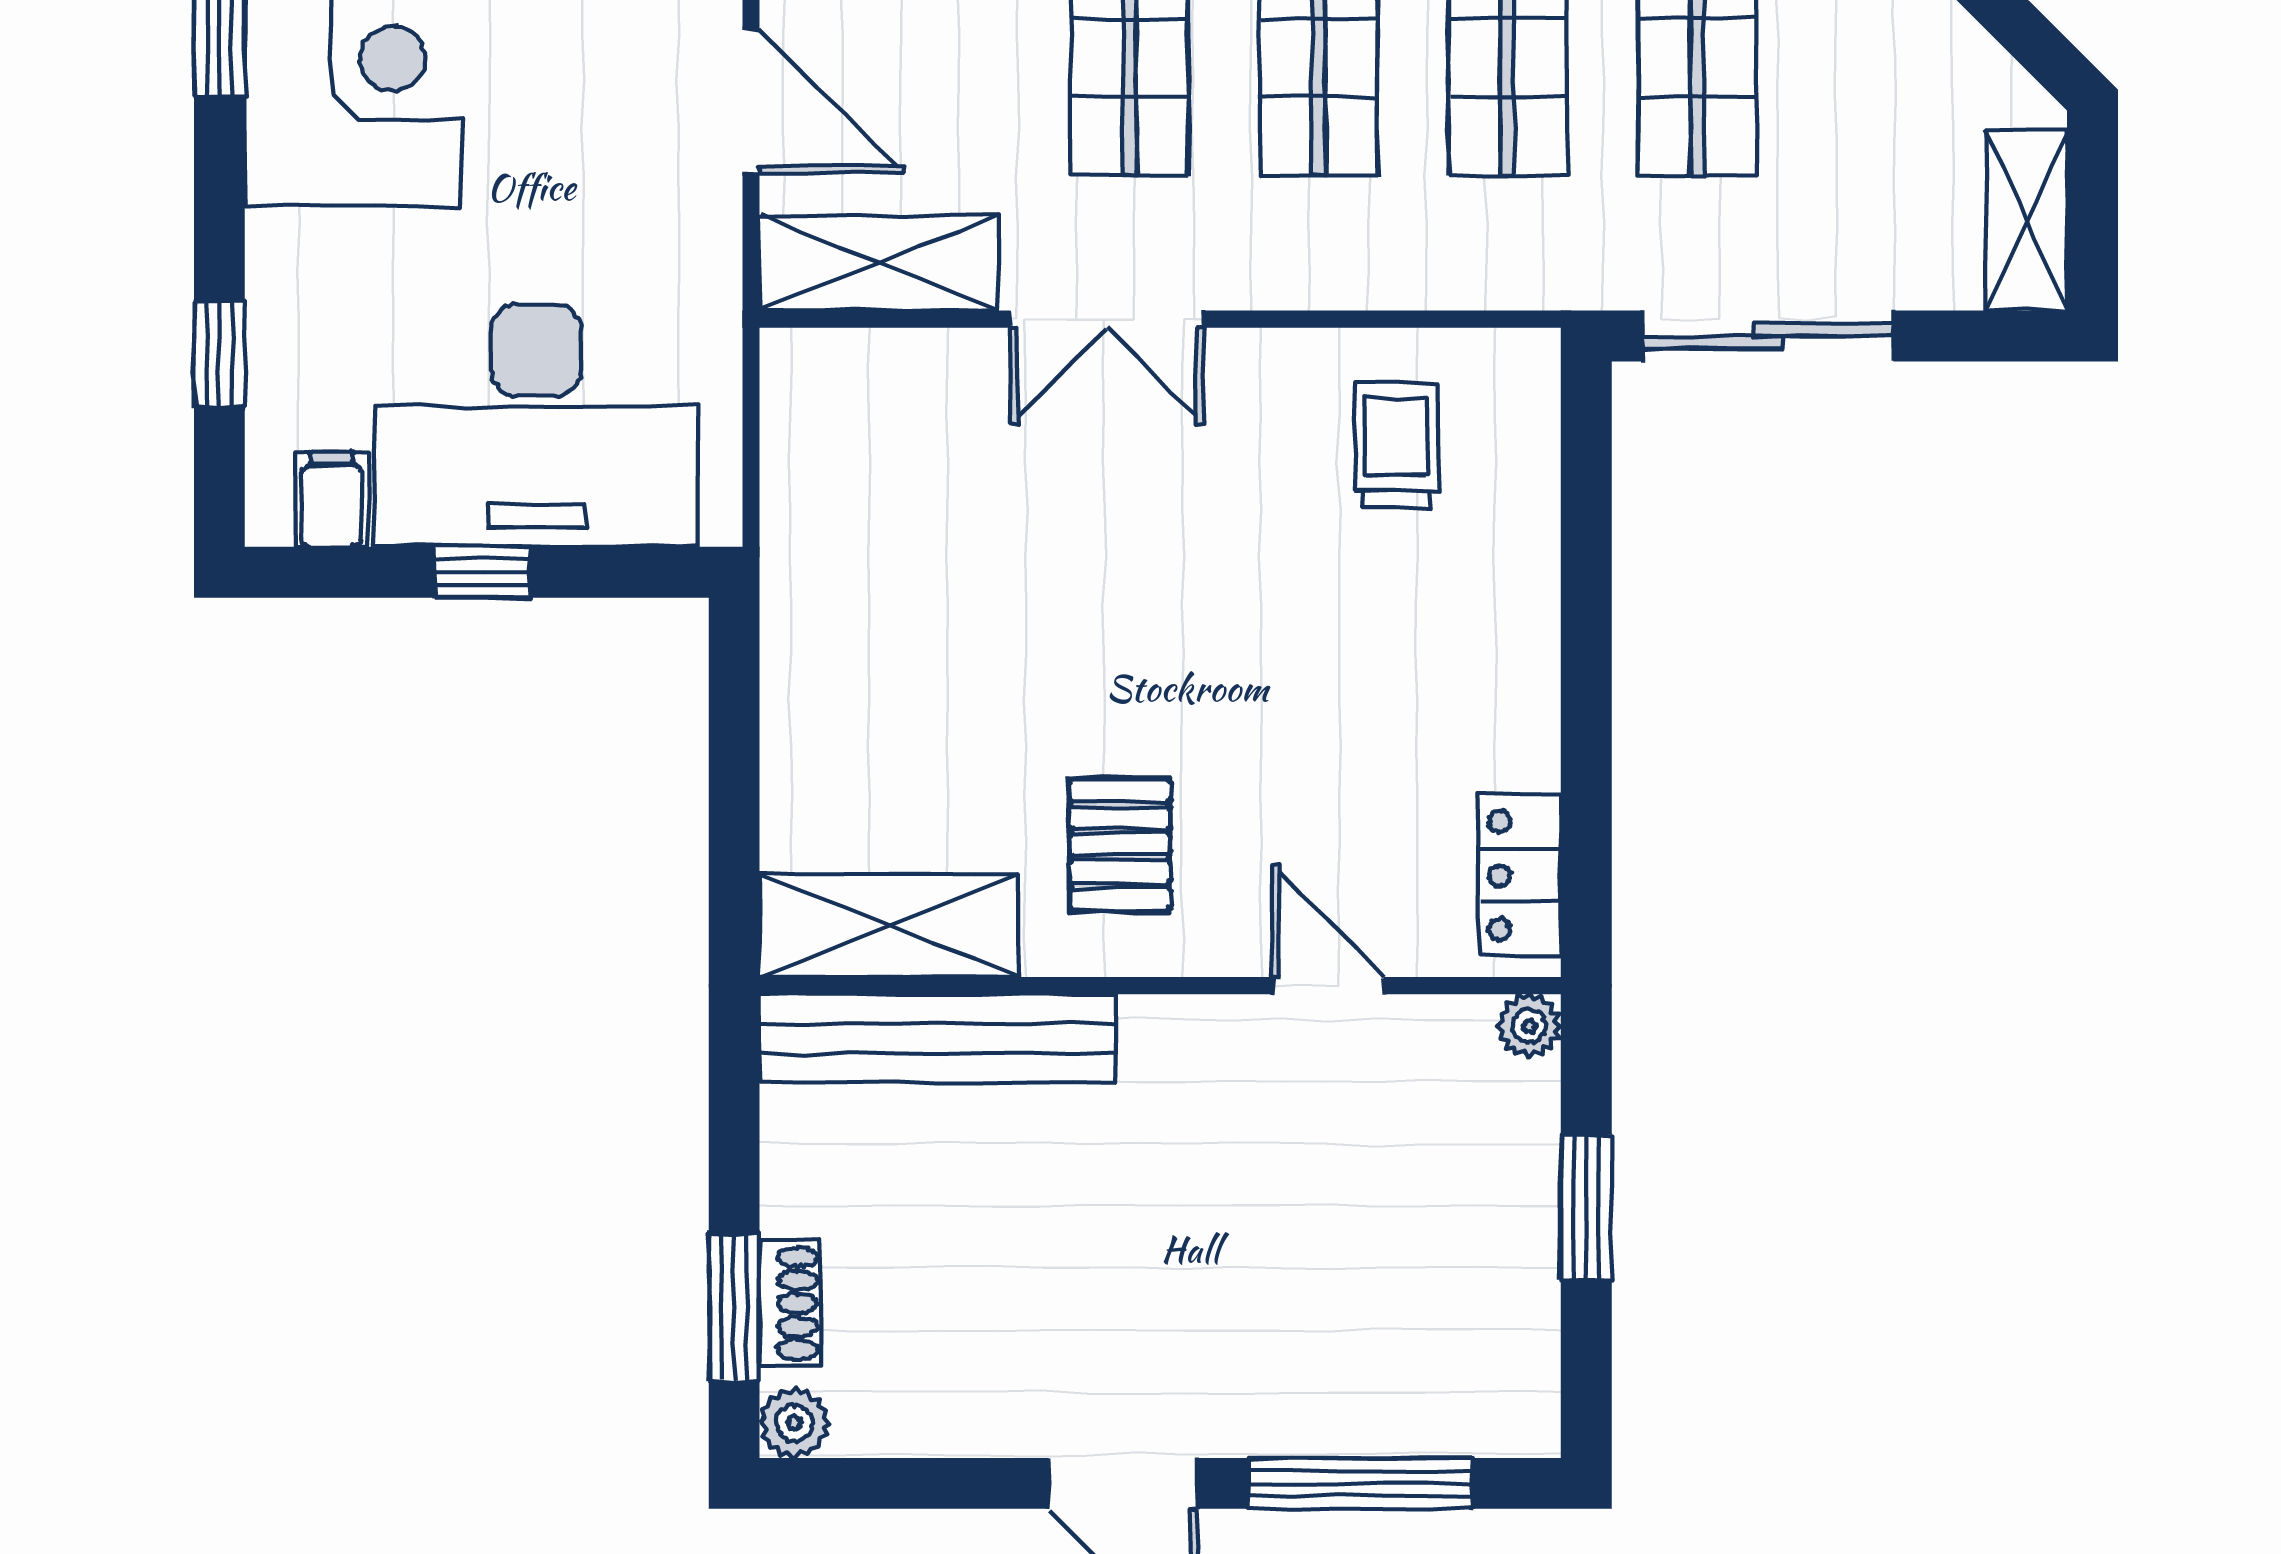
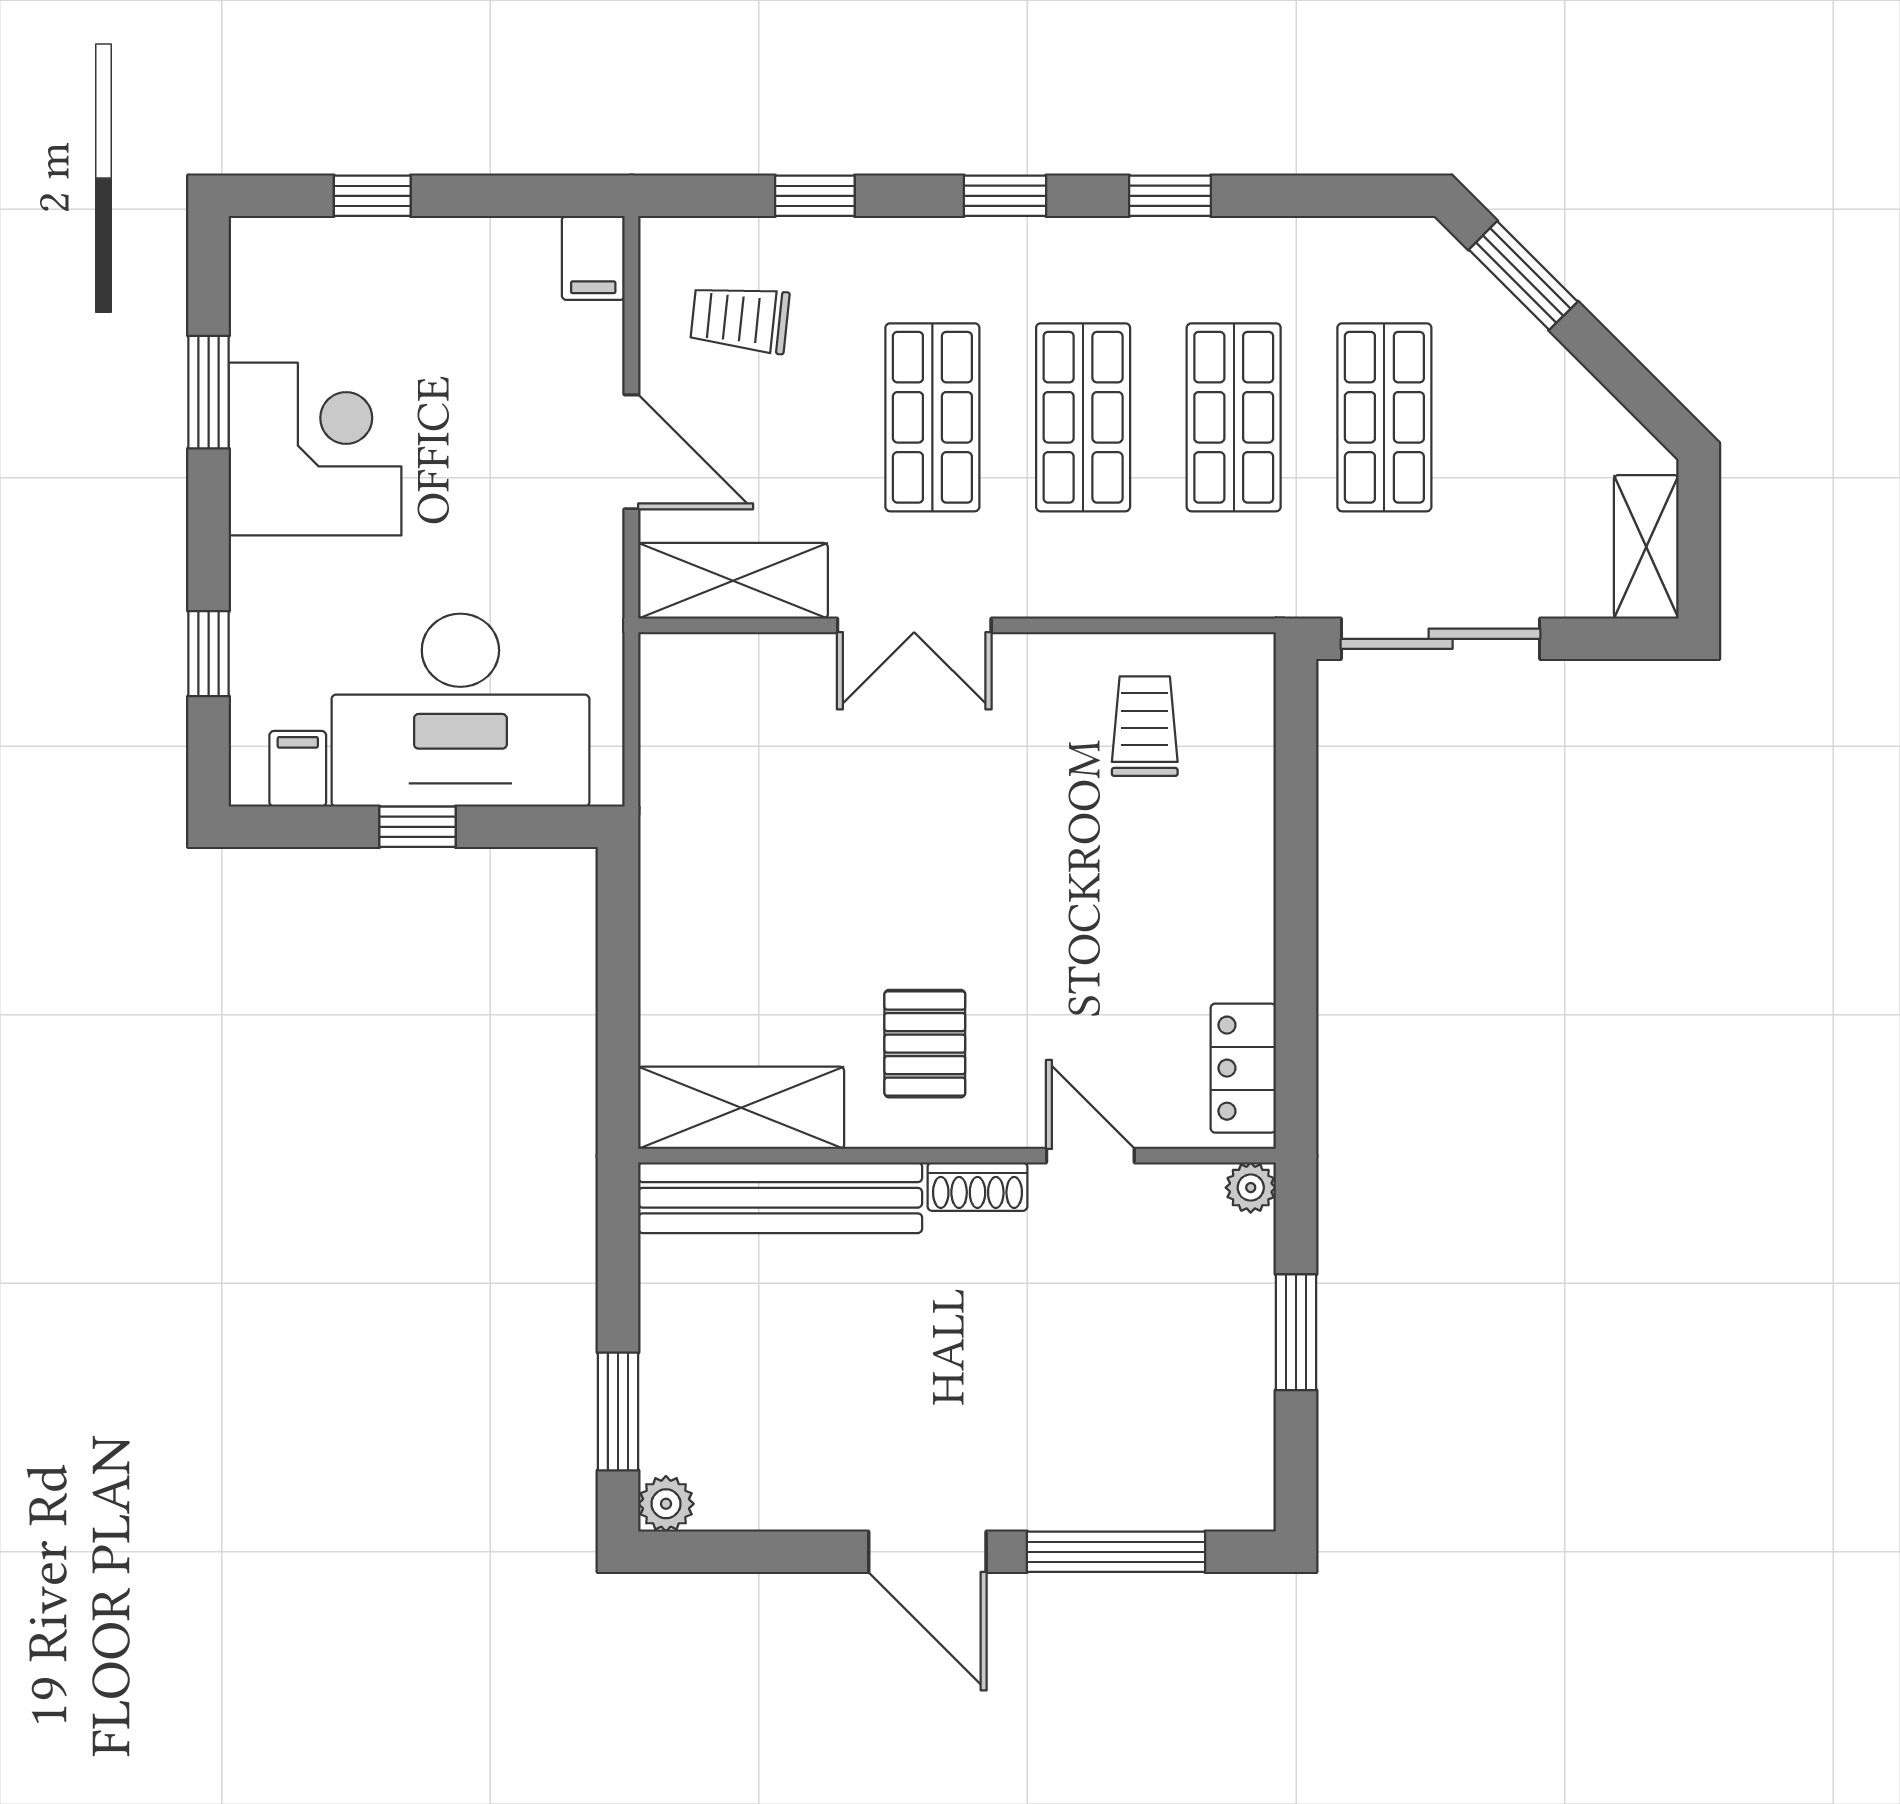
shoe rack: (790, 1303) -> (977, 1187), moved, turned 90

